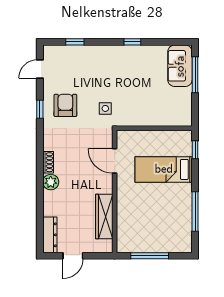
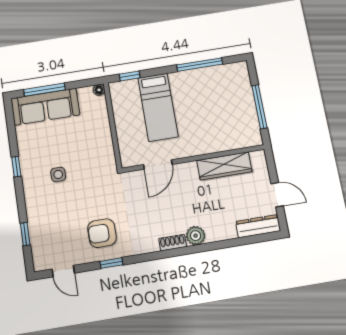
sofa: (180, 66) -> (45, 107), width x1.36
side table: (105, 108) -> (58, 174), moved
floor lamp: (187, 121) -> (99, 90), added

